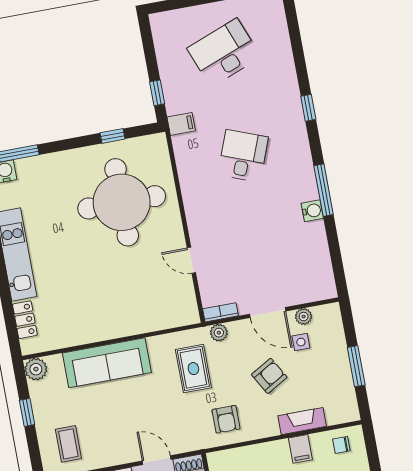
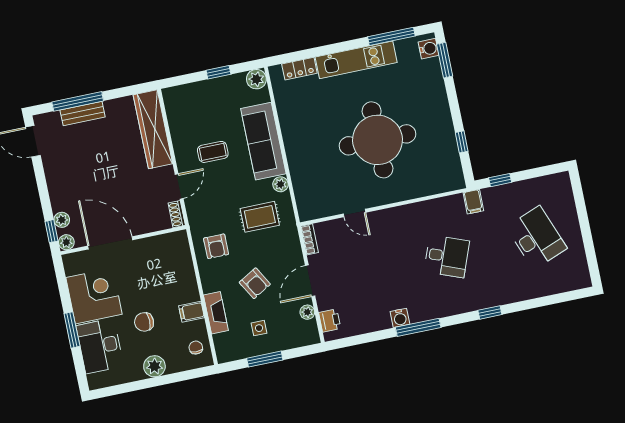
round table: (122, 202) -> (378, 140), moved
door: (191, 260) -> (354, 213), swing flipped
printer: (314, 291) -> (330, 321), added
plant: (219, 333) -> (280, 184), moved
side table: (301, 342) -> (259, 328), moved
armchair: (226, 419) -> (216, 246), turned -90
coffee table: (68, 444) -> (213, 152), moved

